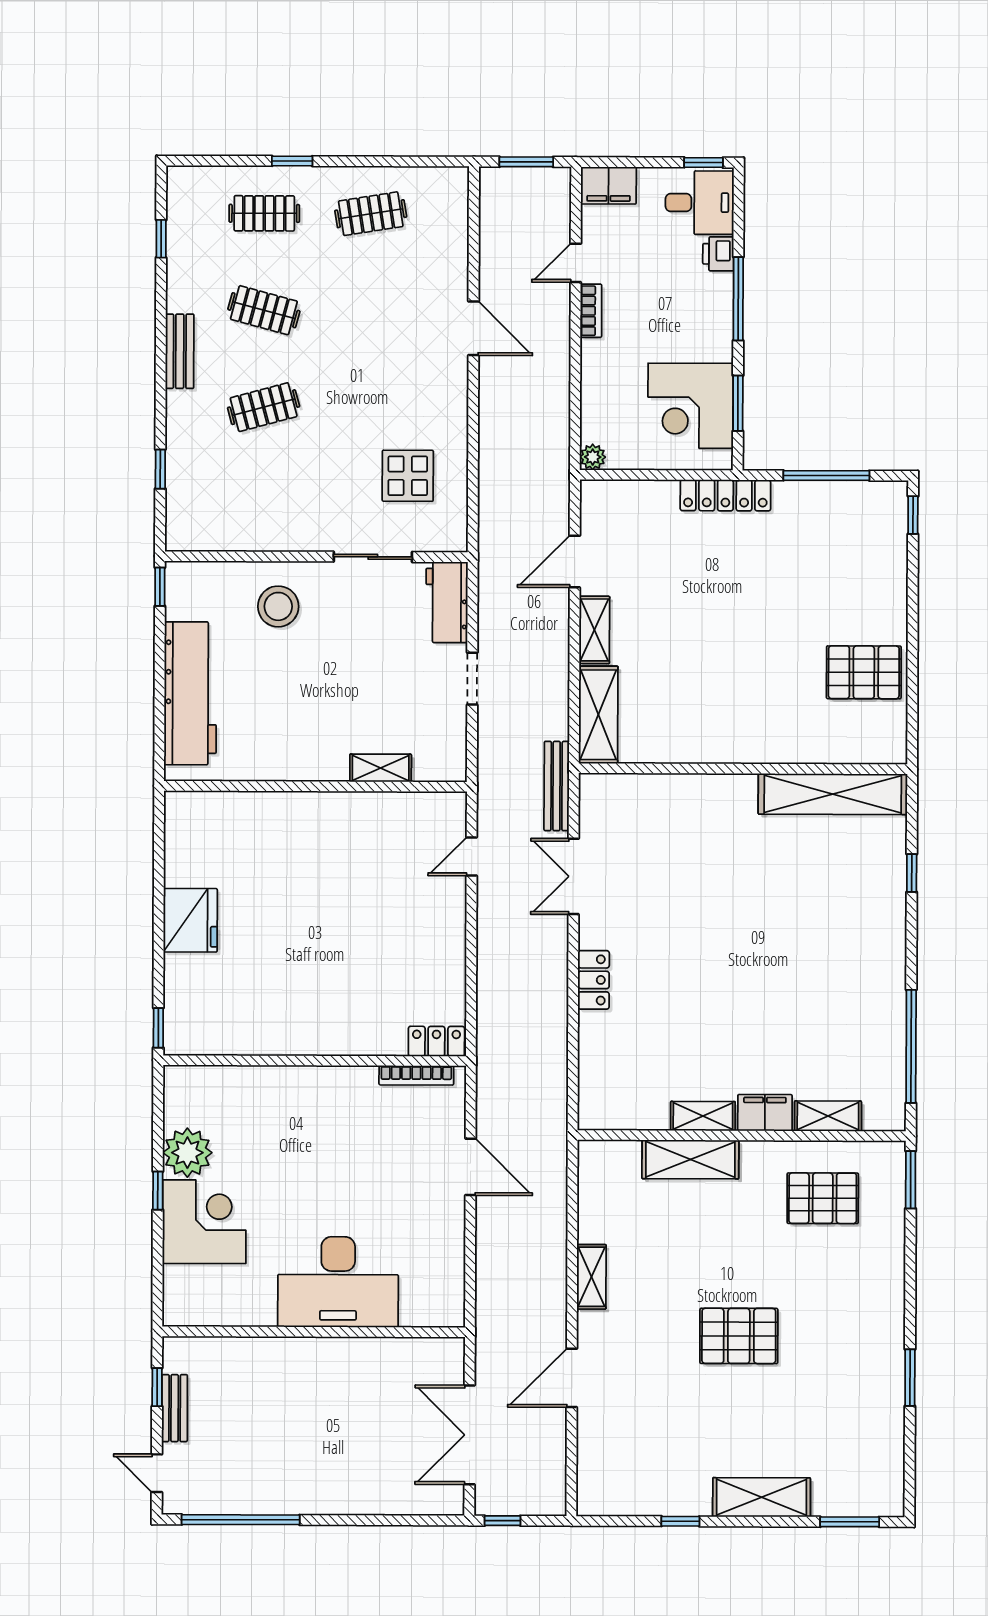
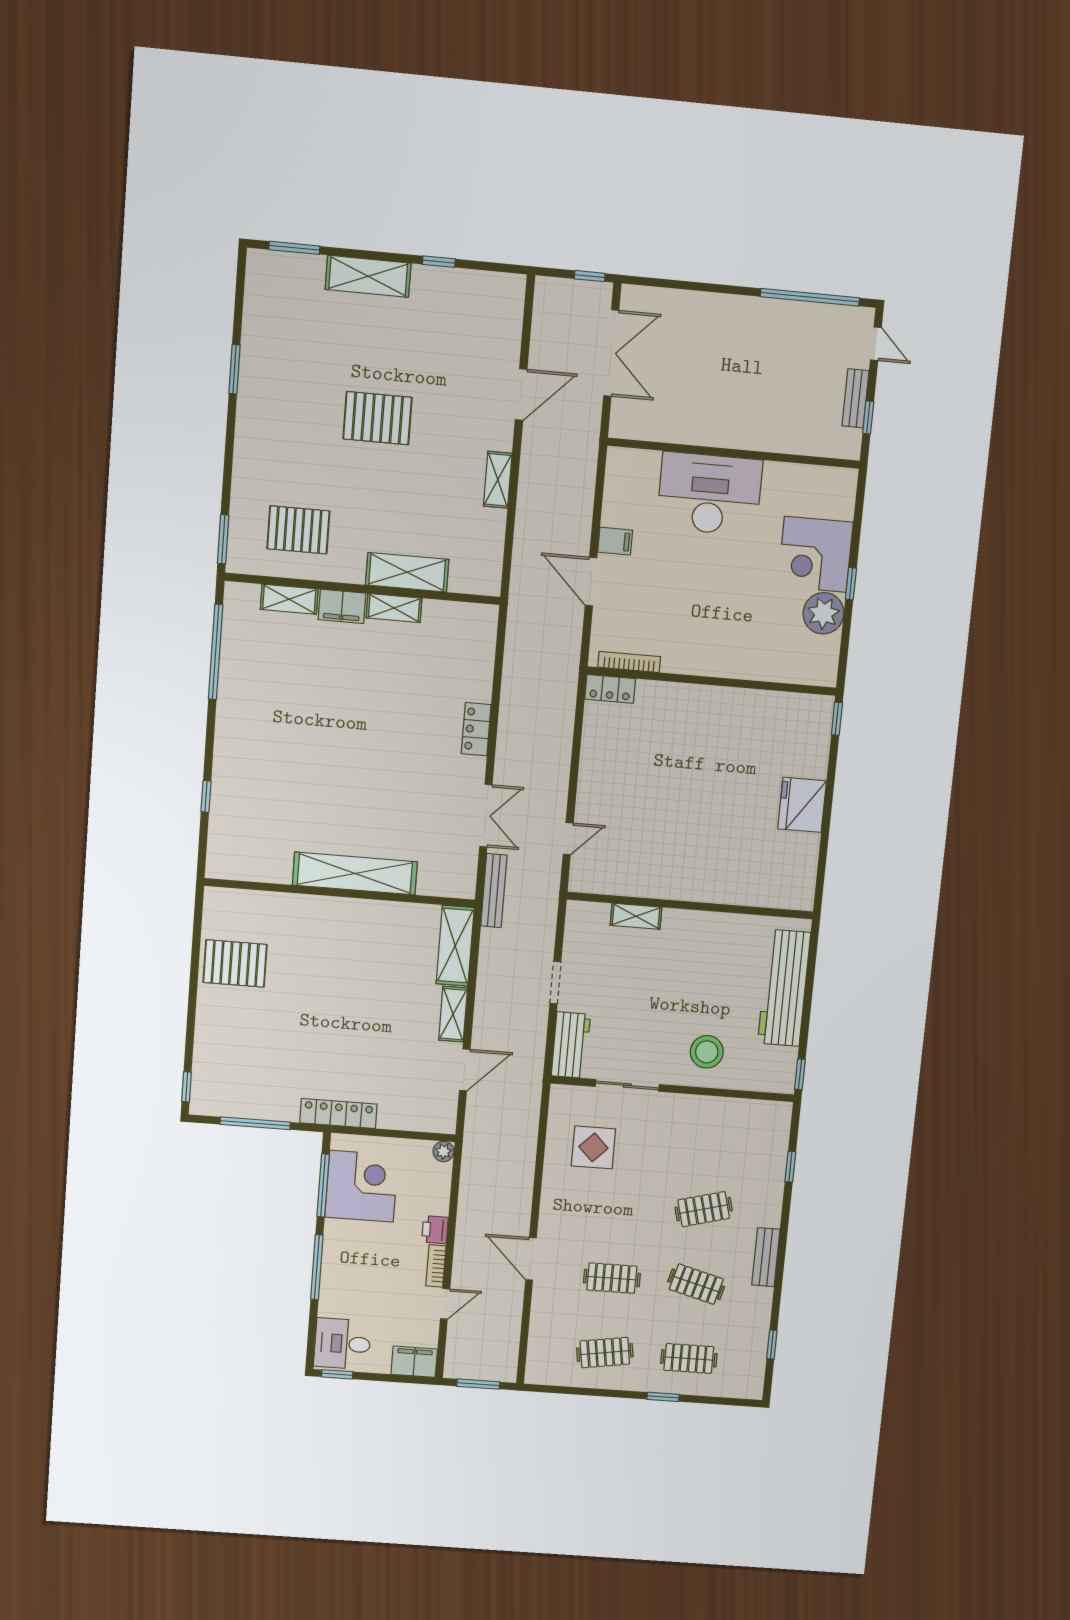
printer: (718, 254) -> (435, 1230), moved, turned 180
clothes rail: (370, 311) -> (612, 1278), added
window: (738, 403) -> (323, 1185), width x1.44
shelving: (833, 794) -> (355, 873), moved
filing cabinet: (446, 1217) -> (615, 541), added

